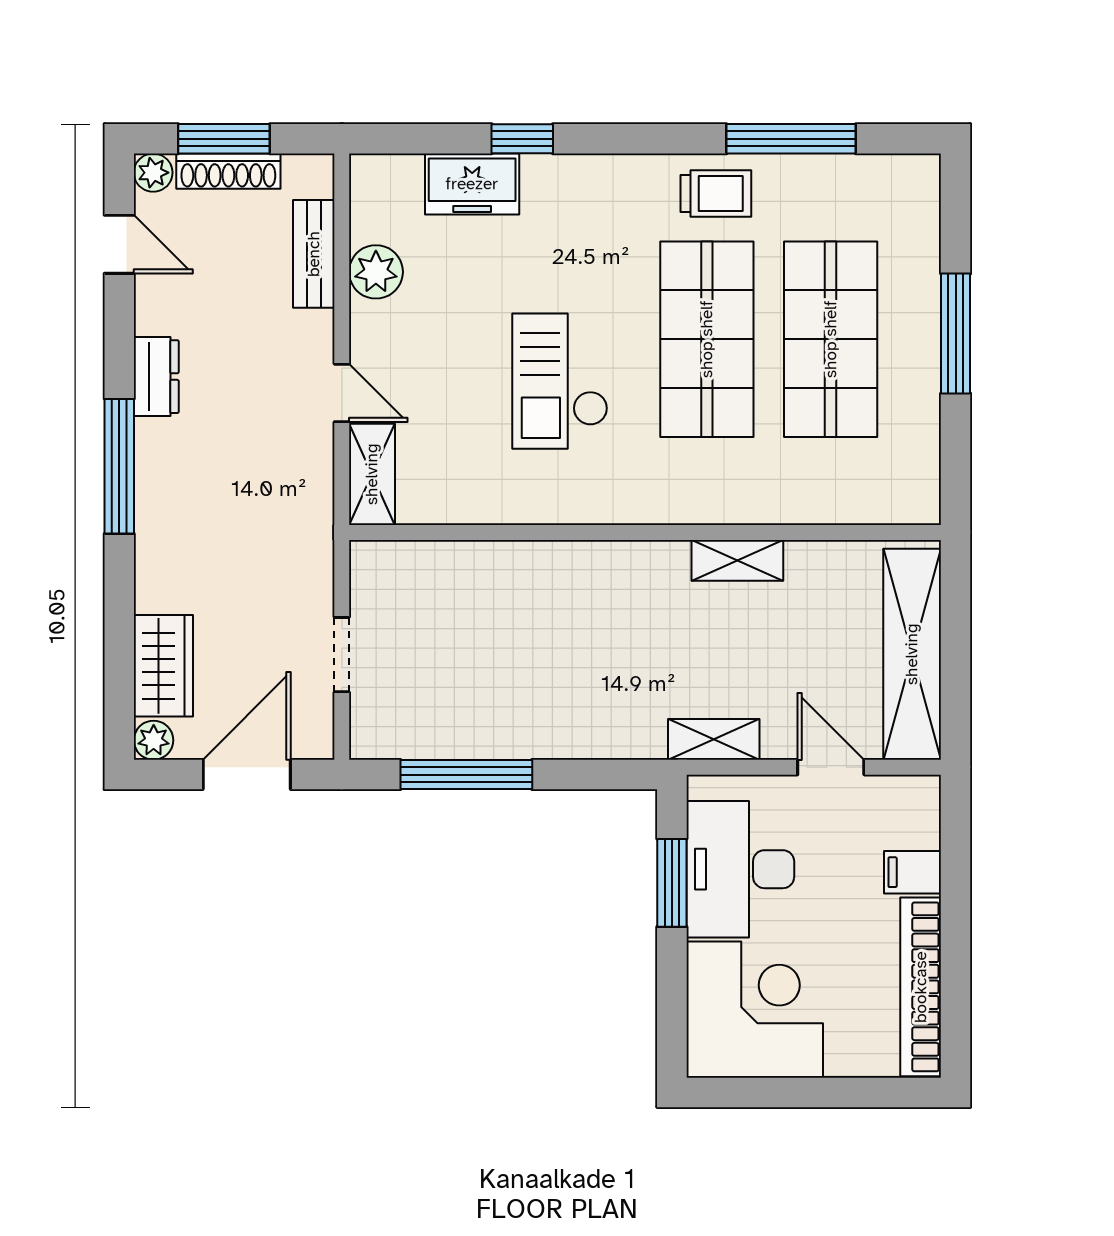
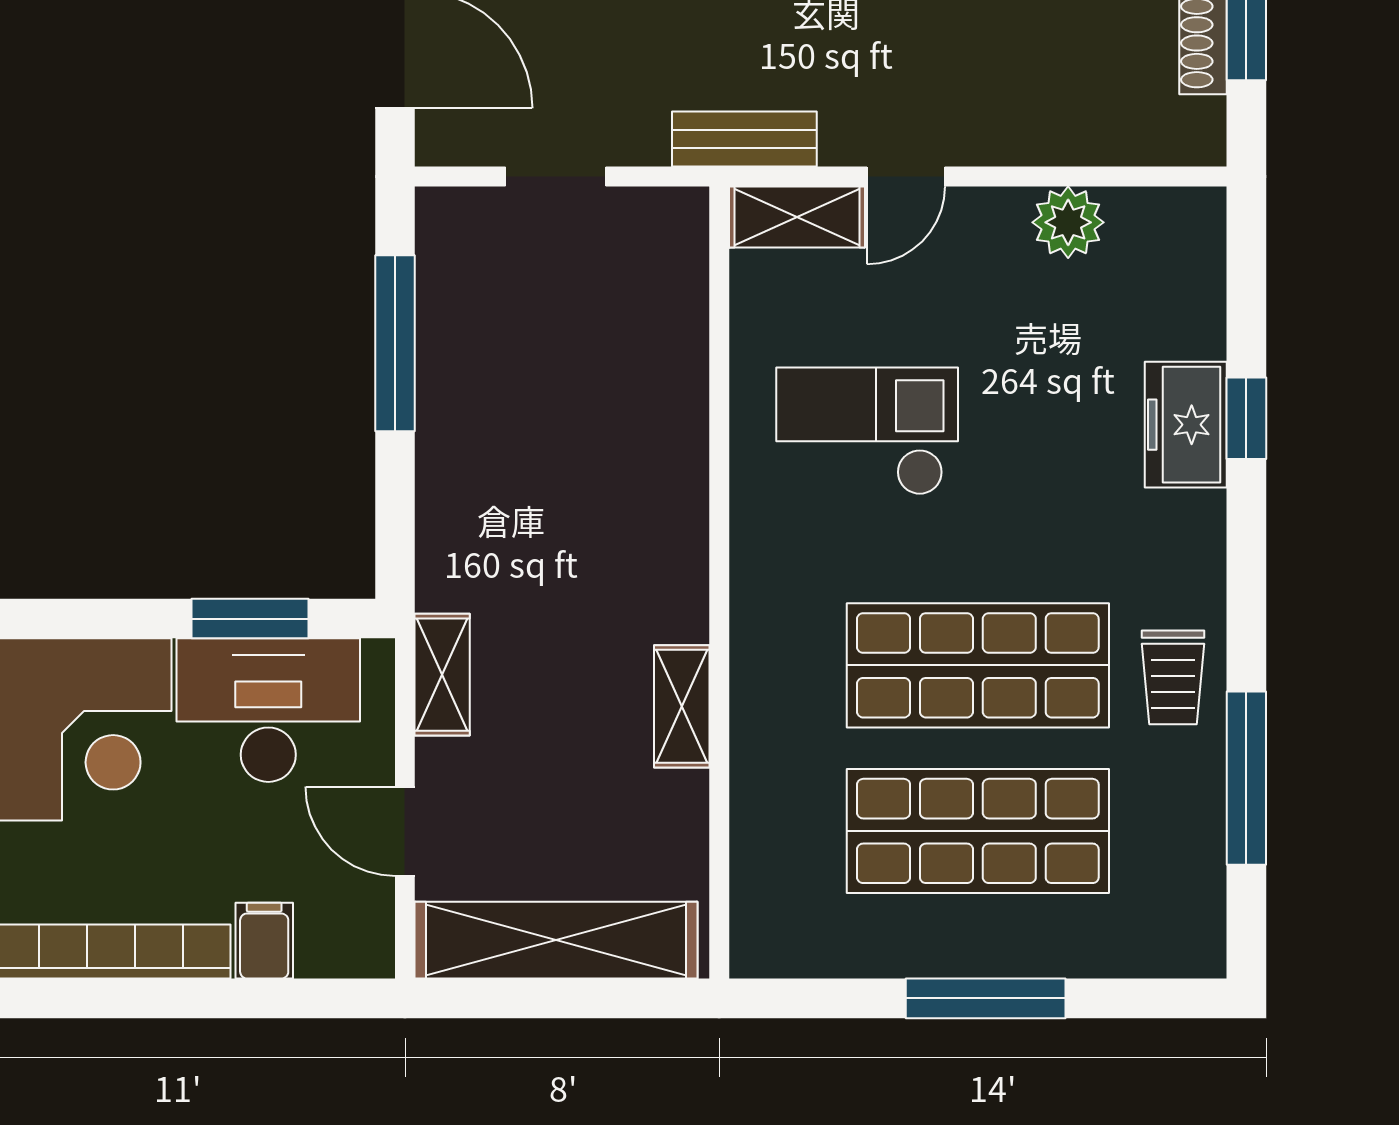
freezer: (472, 184) -> (1186, 425), moved
bench: (314, 254) -> (744, 139), moved
checkout: (560, 381) -> (867, 431), moved
door: (831, 767) -> (405, 831), swing flipped

